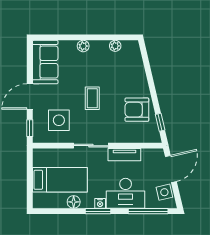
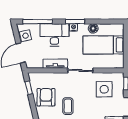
coffee table: (92, 98) -> (68, 106), moved
armchair: (137, 110) -> (46, 97), turned -90

